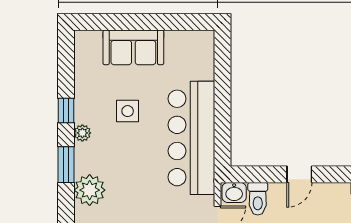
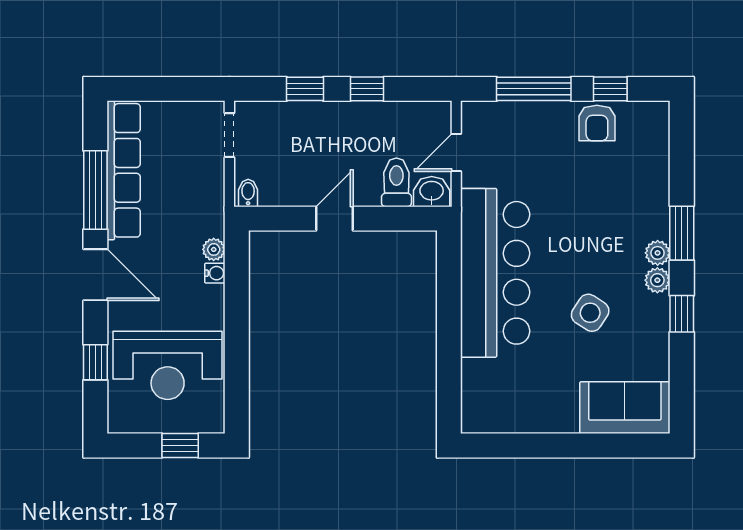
sofa: (133, 47) -> (625, 408), moved
side table: (128, 111) -> (590, 313), turned 33
plant: (90, 190) -> (658, 253), moved, width x0.53, depth x0.53

